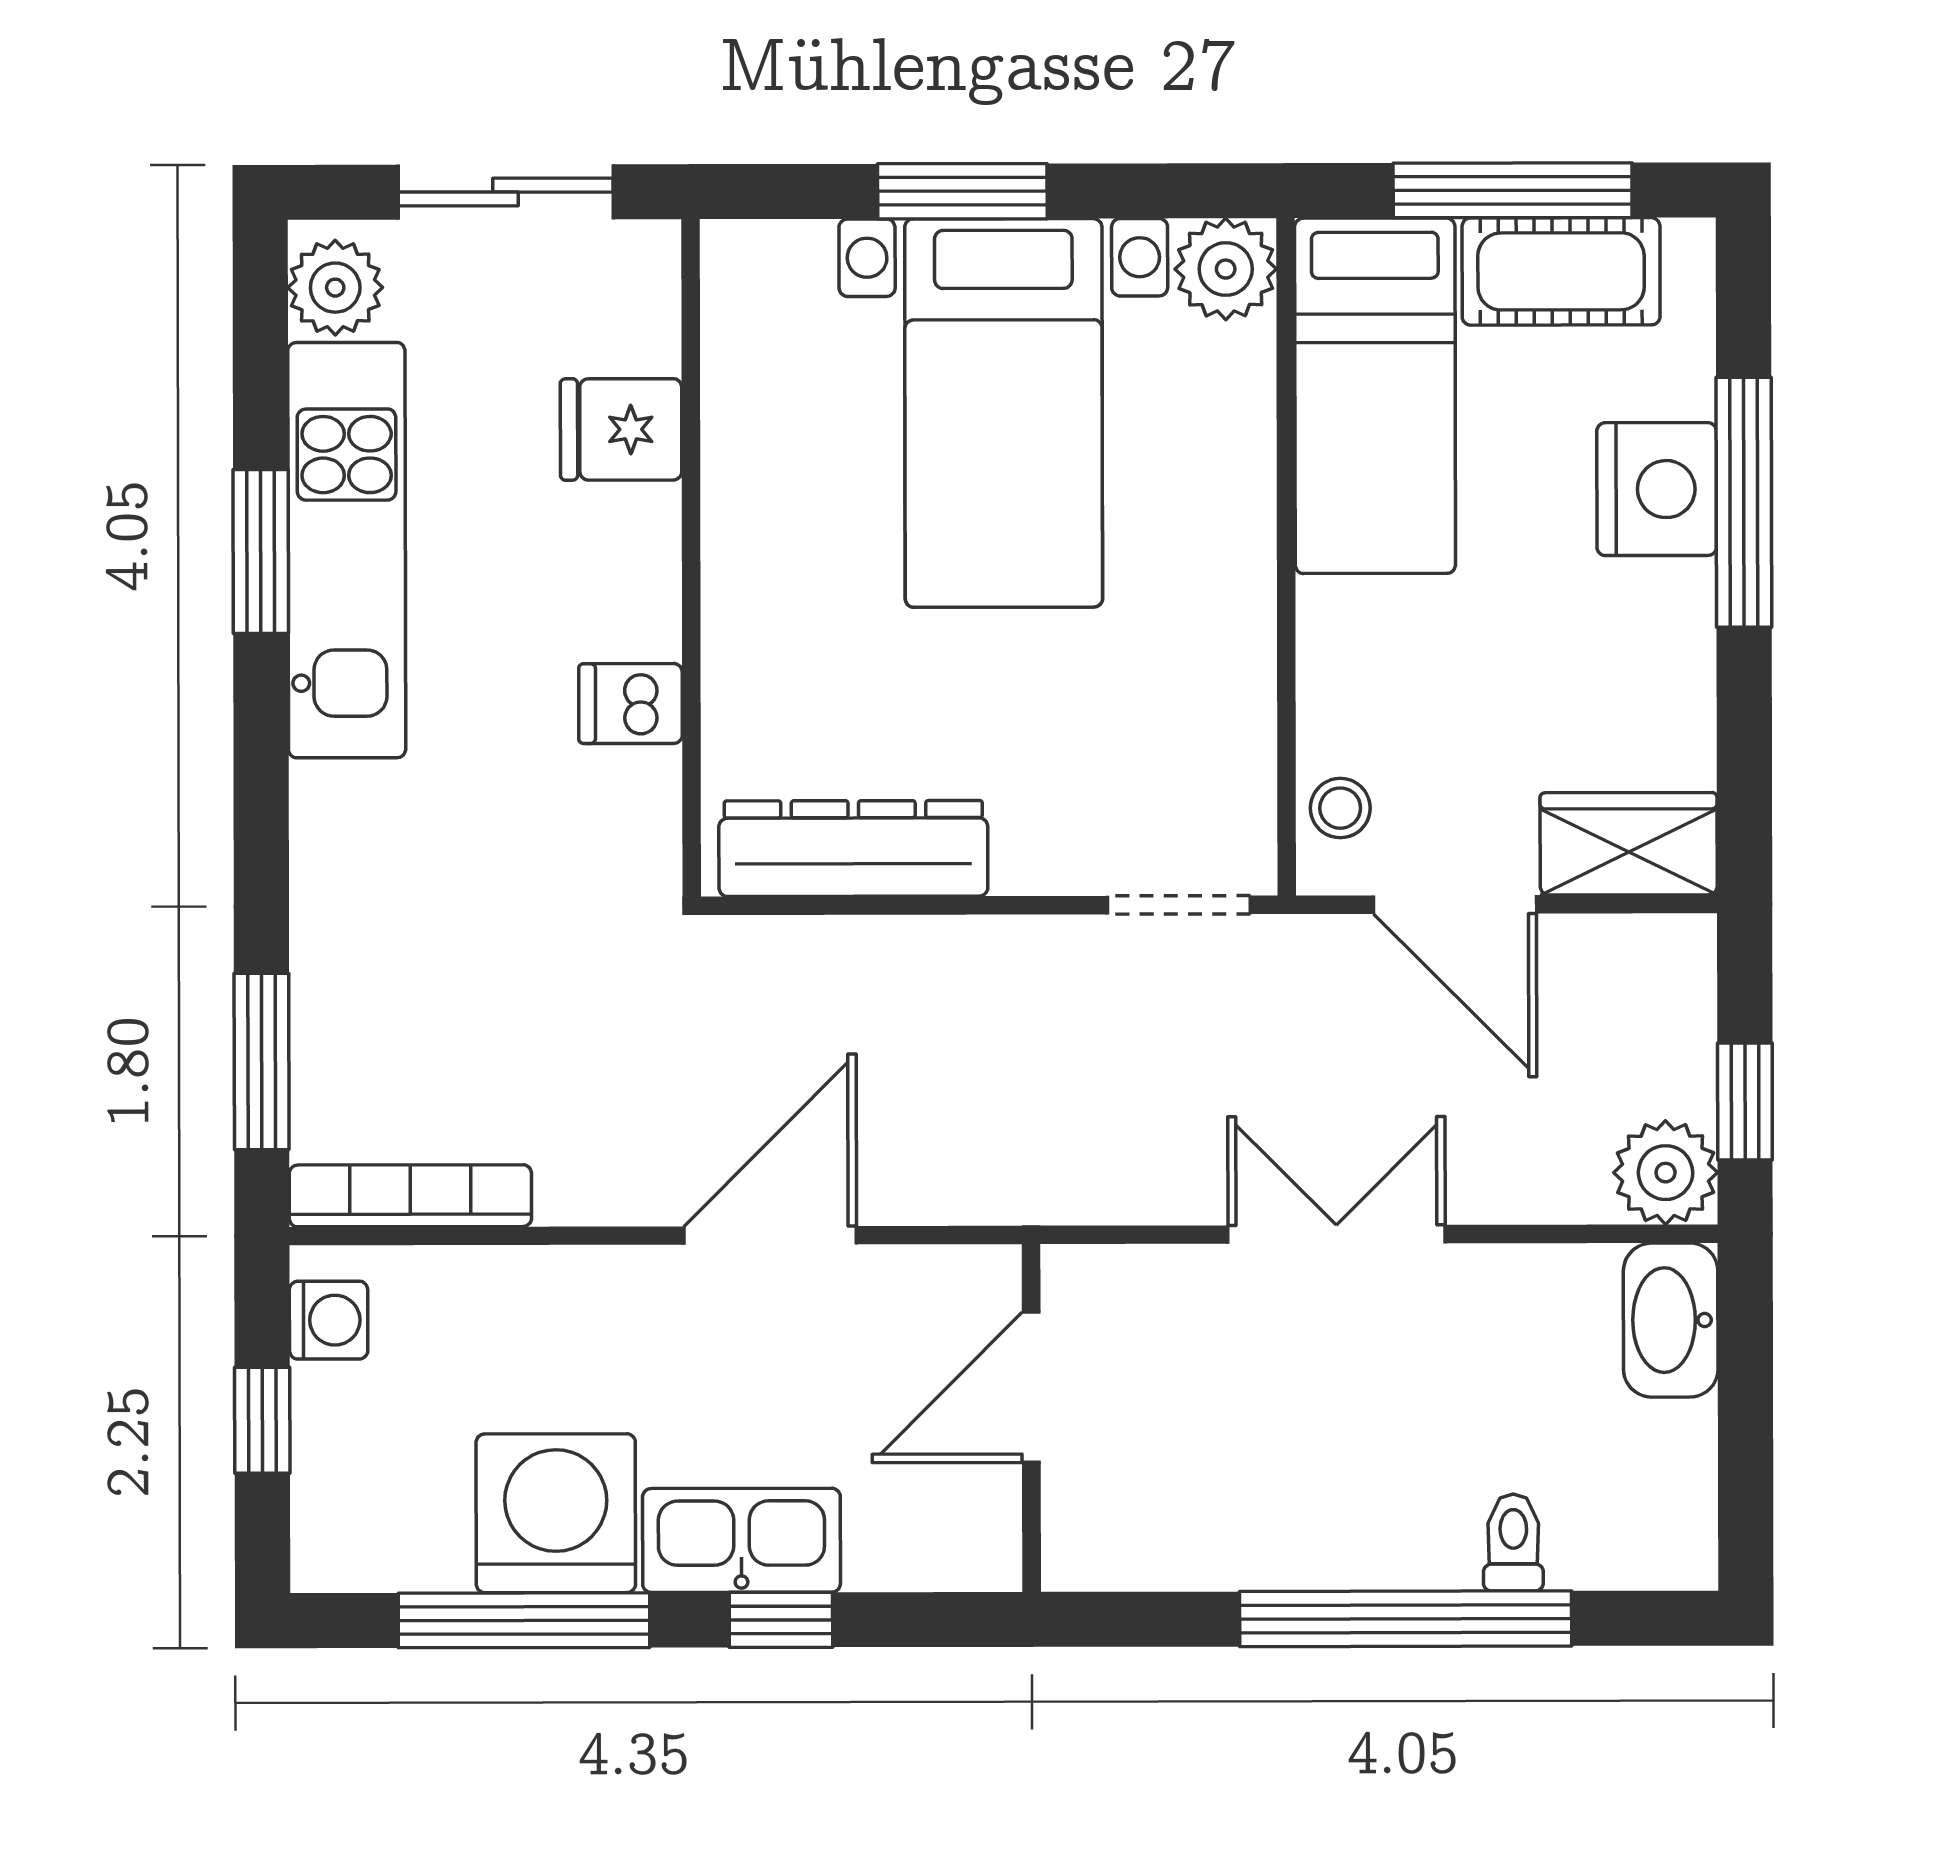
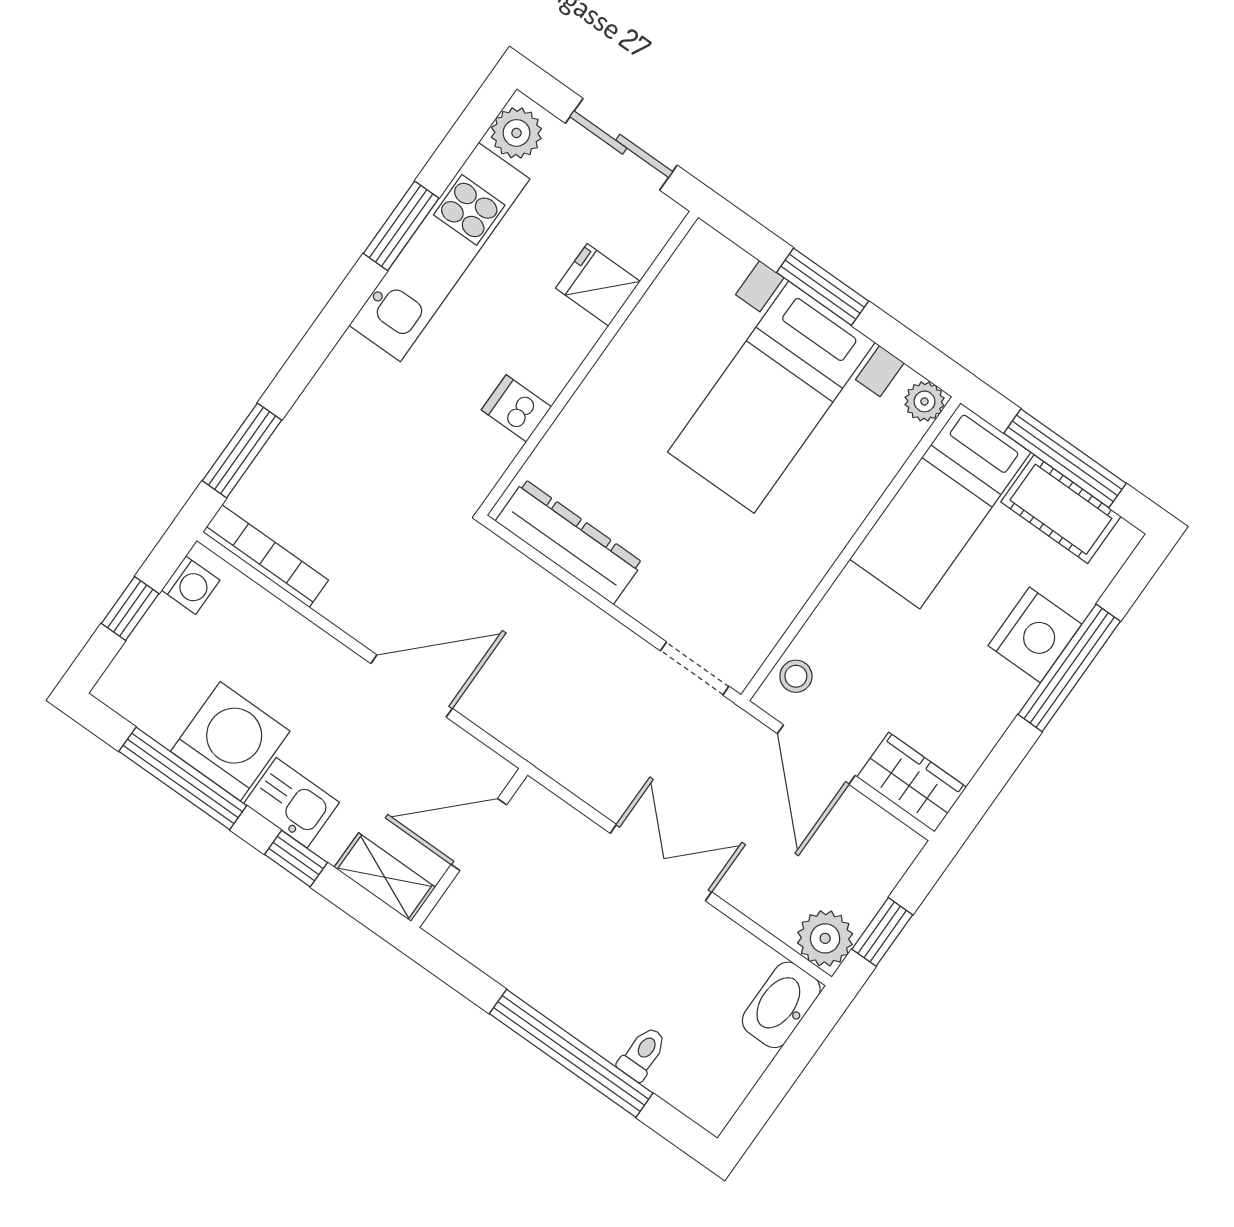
plant: (1226, 269) -> (925, 401), width x0.73, depth x0.73
kitchen sink: (741, 1540) -> (292, 803), width x0.73
shelving: (935, 1553) -> (385, 877), added

